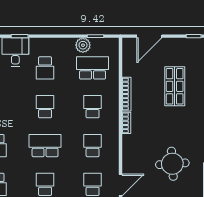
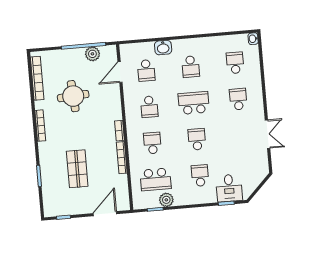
school desk: (45, 107) -> (197, 139), turned 180
school desk: (93, 107) -> (152, 143), turned 180
school desk: (45, 146) -> (194, 103), turned 180

